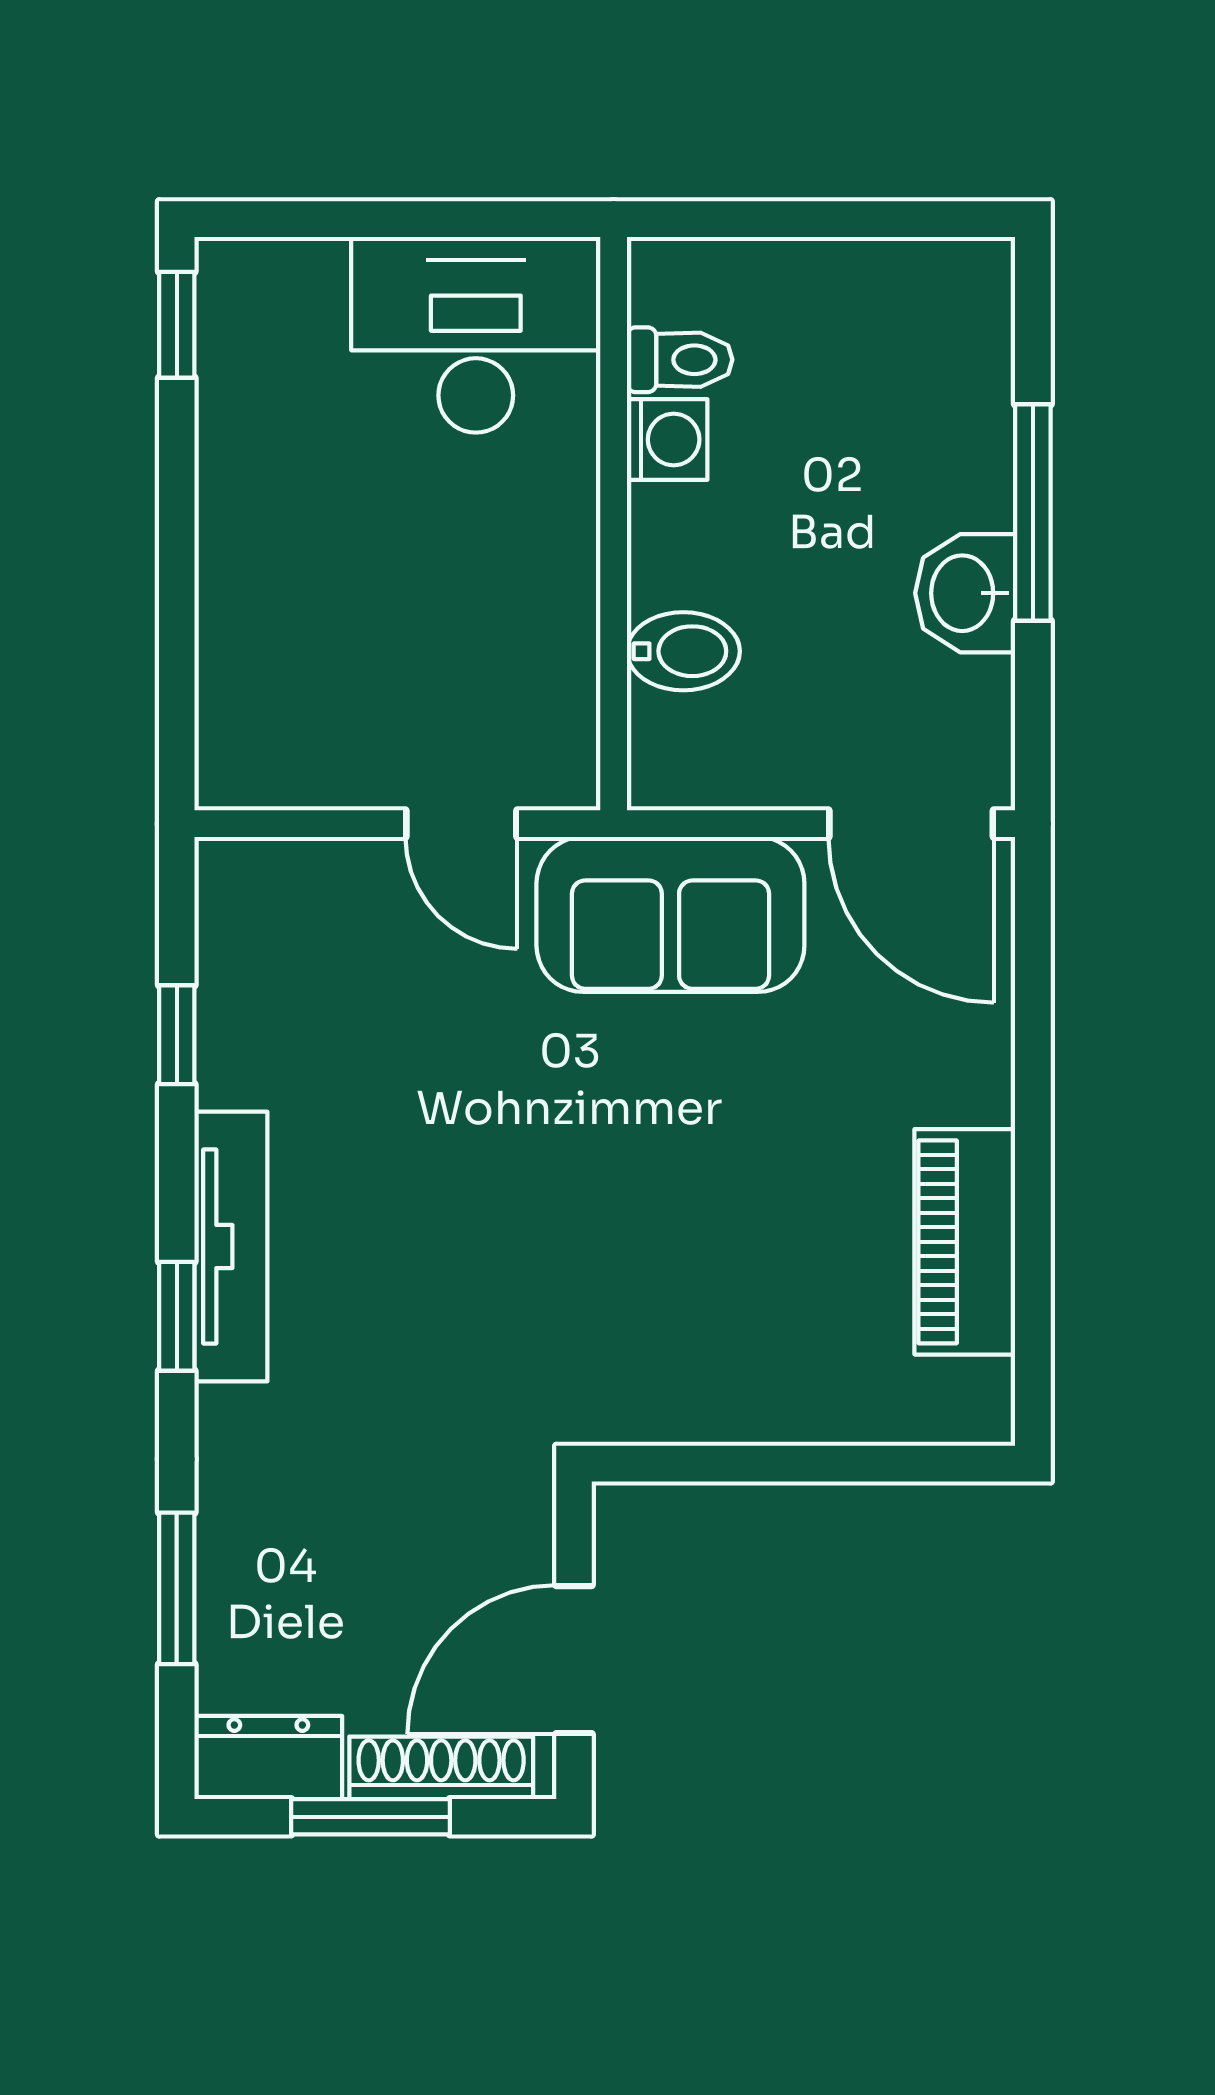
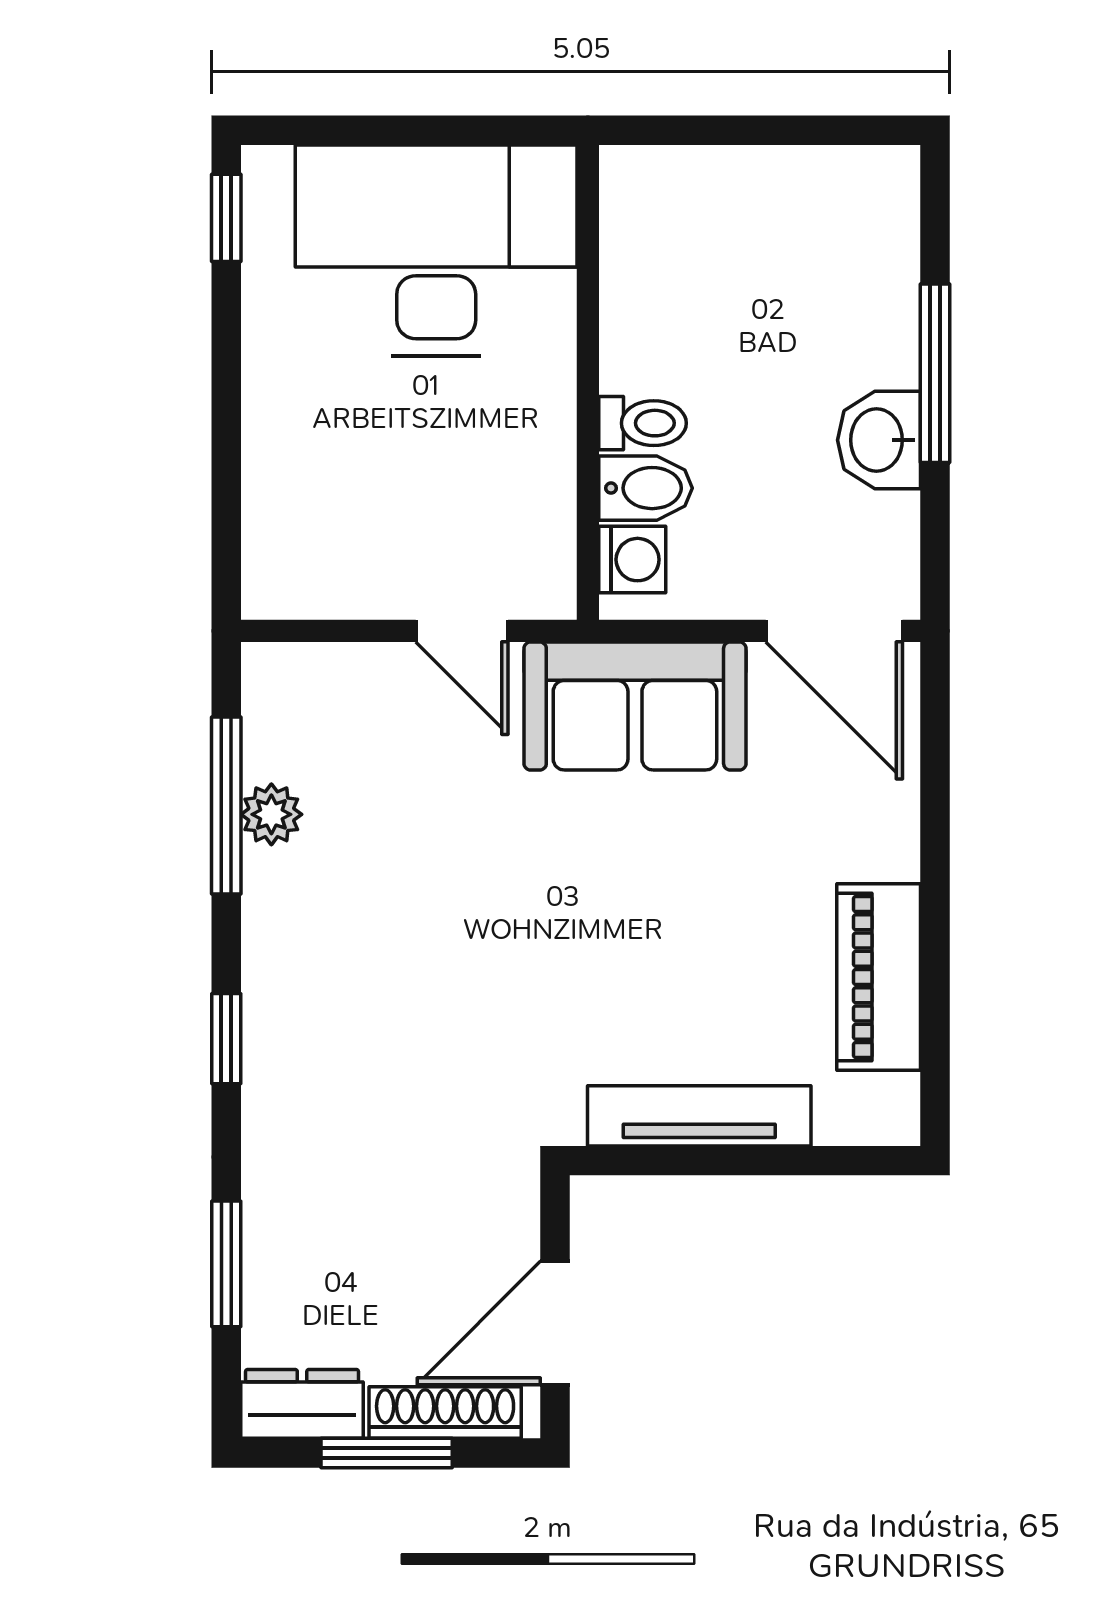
desk: (476, 335) -> (436, 250), width x1.36, depth x1.30
toilet: (680, 360) -> (643, 423), moved
washing machine: (667, 440) -> (632, 560), moved
window: (177, 1035) -> (226, 806), width x2.17
plant: (231, 1045) -> (271, 814), added
tv unit: (231, 1246) -> (699, 1116), moved, turned -90

